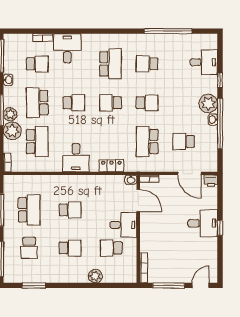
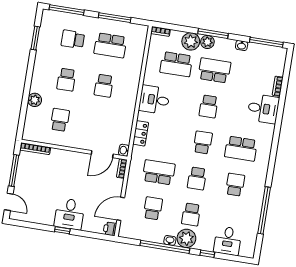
school desk: (37, 64) -> (191, 215), moved
desk: (123, 225) -> (81, 136), removed

